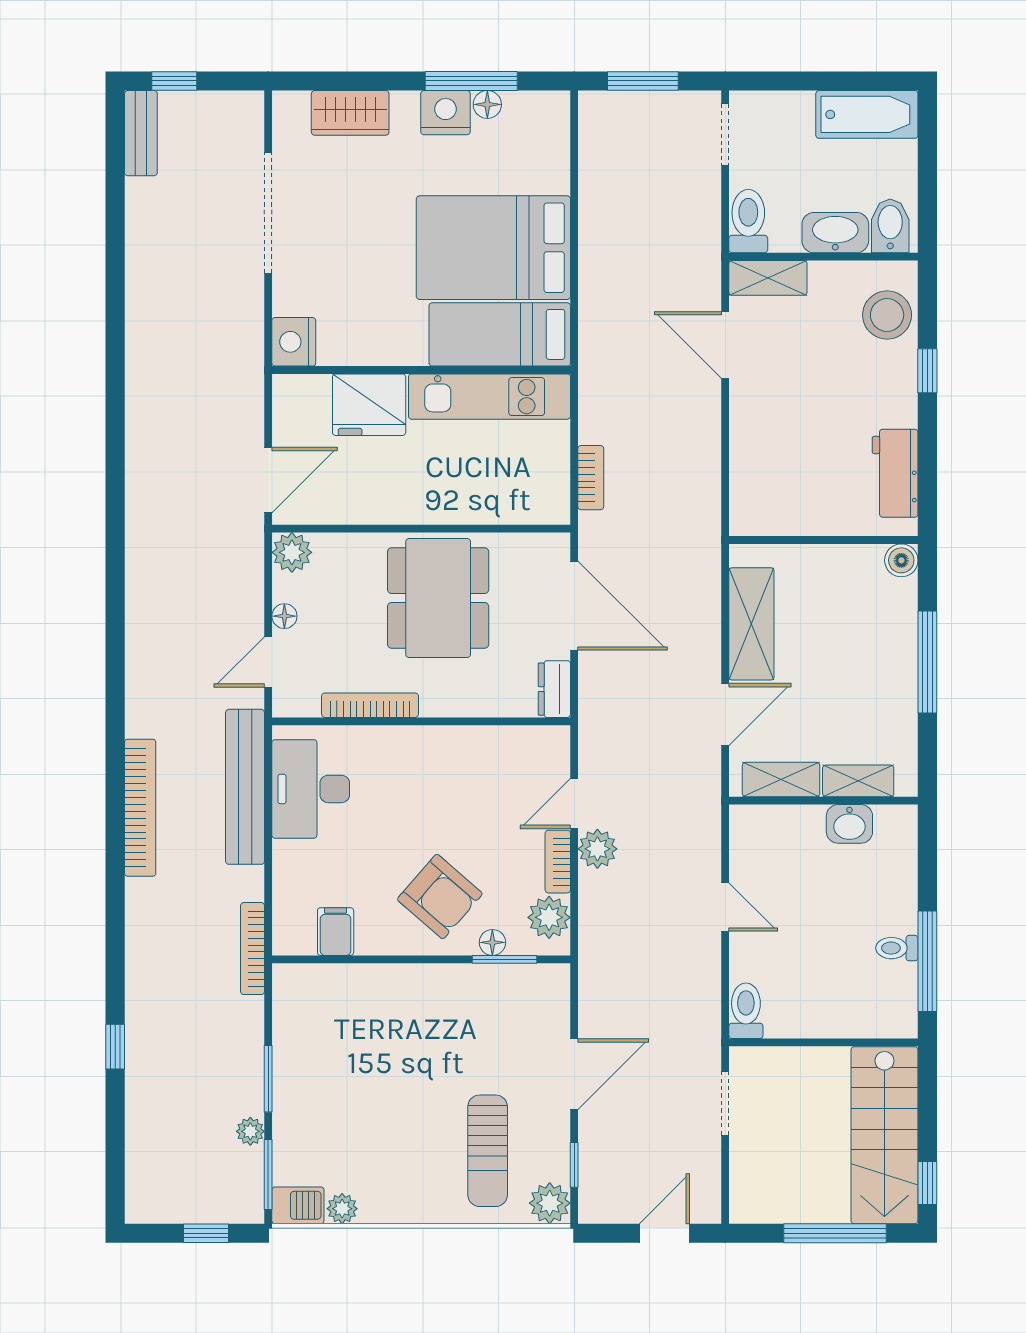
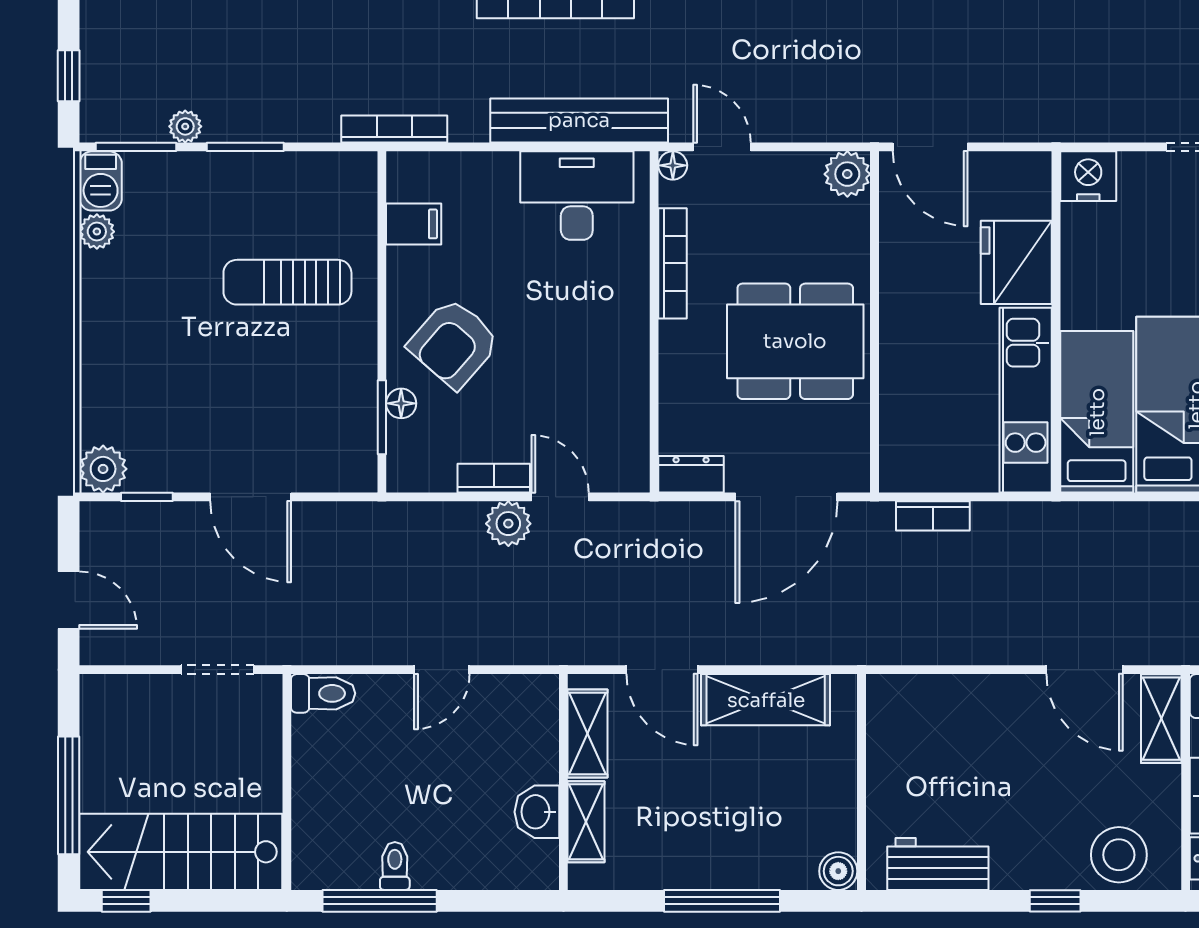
door: (725, 345) -> (1085, 670), swing flipped
floor lamp: (284, 616) -> (673, 165), moved
plant: (549, 917) -> (430, 468), removed
sun lounger: (488, 1151) -> (287, 282), moved

